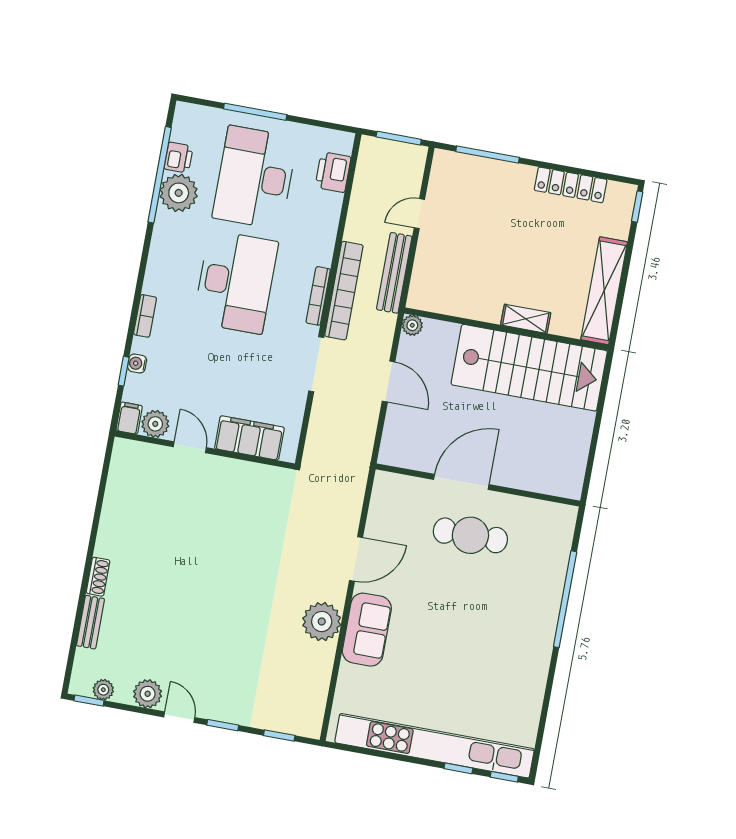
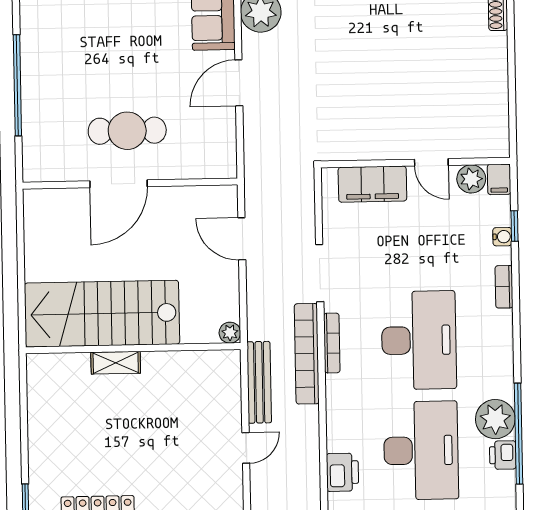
desk: (236, 282) -> (419, 340), turned 180
shelving: (604, 291) -> (42, 408), removed
door: (389, 382) -> (242, 239), moved
door: (461, 482) -> (119, 184), moved

